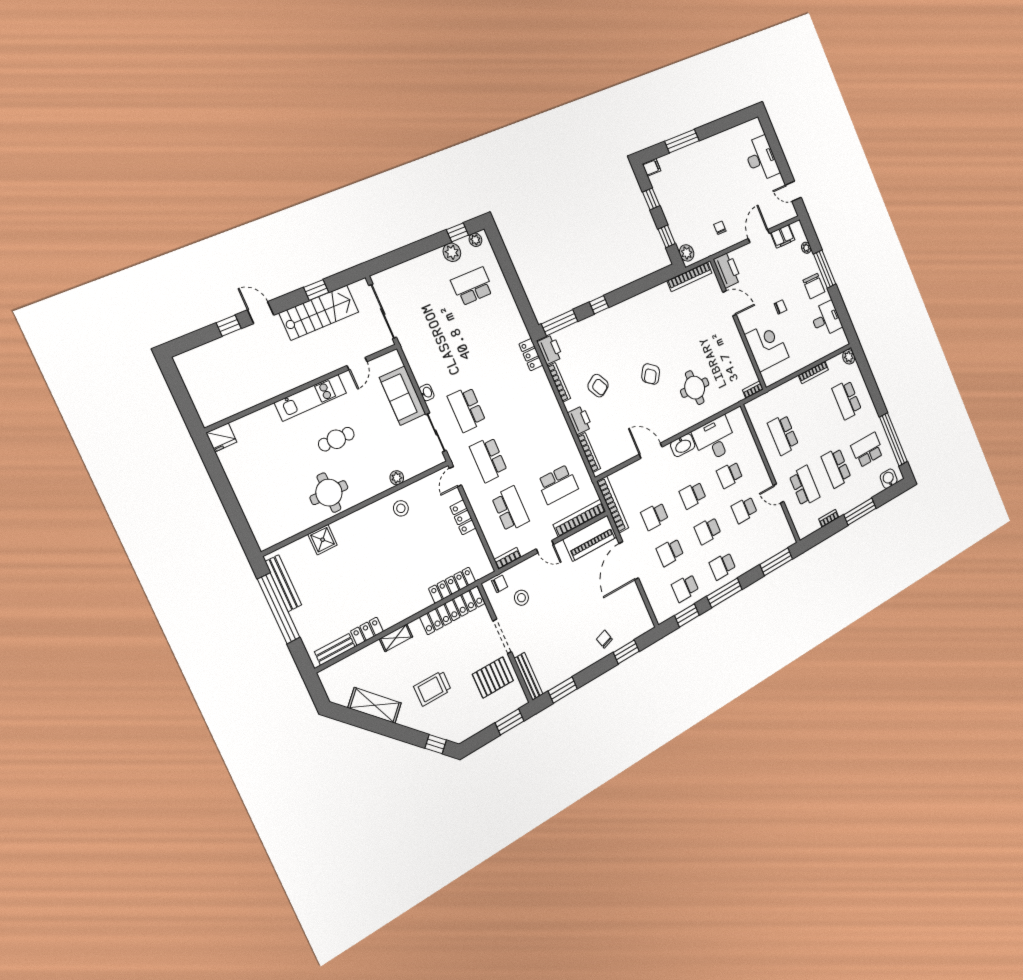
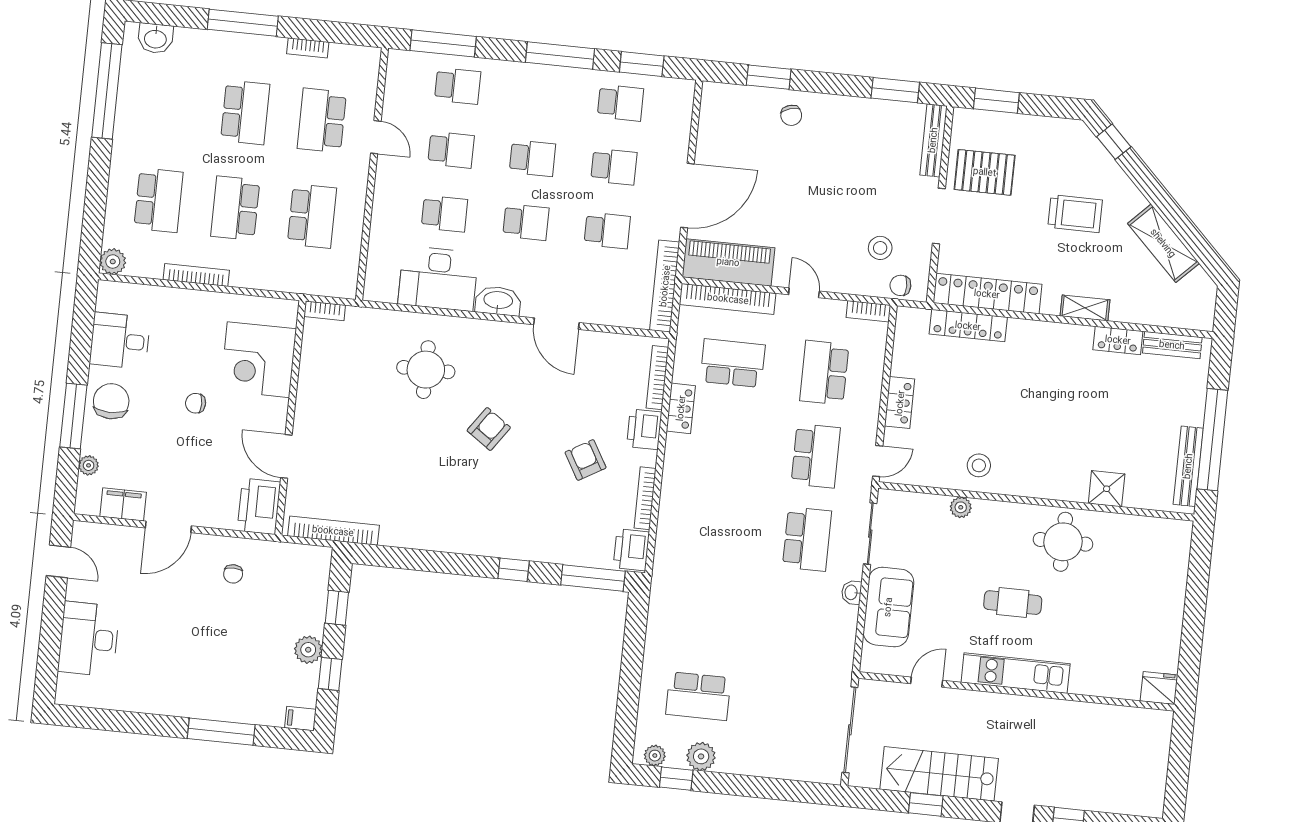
plant: (687, 253) -> (308, 650), moved
locker: (531, 355) -> (681, 408), moved
school desk: (867, 450) -> (235, 208), moved, turned 90
school desk: (723, 566) -> (458, 86), moved

